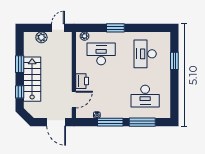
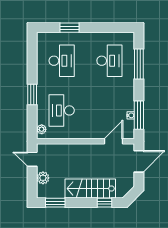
desk: (145, 54) -> (62, 61), turned -90
window: (20, 64) -> (55, 203), moved
printer: (82, 81) -> (92, 132), removed
door: (74, 100) -> (113, 141), hinge flipped
window: (110, 122) -> (139, 115), moved

